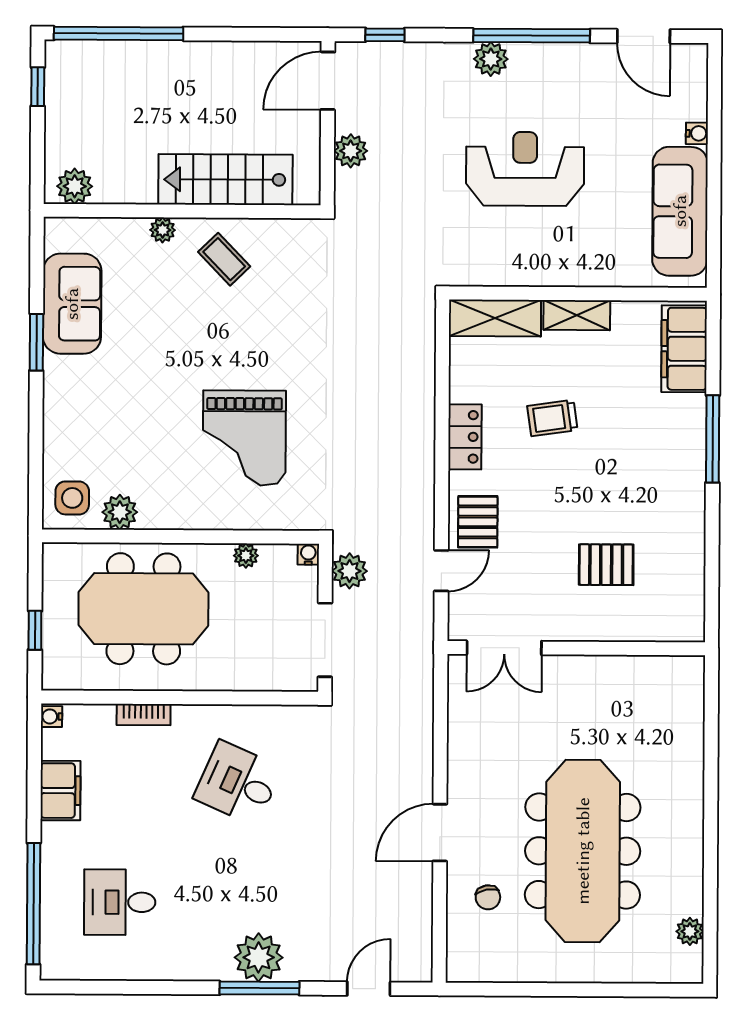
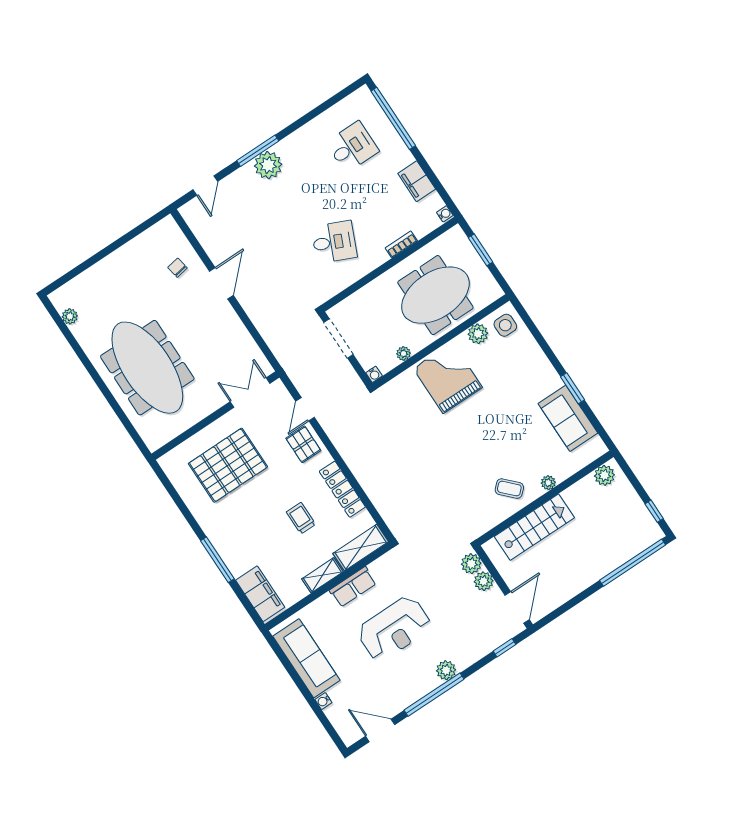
row of seats: (544, 269) -> (353, 587), added
trolley: (552, 418) -> (301, 518), turned -82
locker: (465, 437) -> (342, 489), width x1.53
grand piano: (244, 438) -> (448, 378), moved
pallet: (606, 565) -> (228, 465), width x2.05, depth x2.00
plant: (349, 571) -> (471, 564), moved
window: (35, 630) -> (481, 250), width x1.50
meeting table: (583, 851) -> (147, 368), moved

